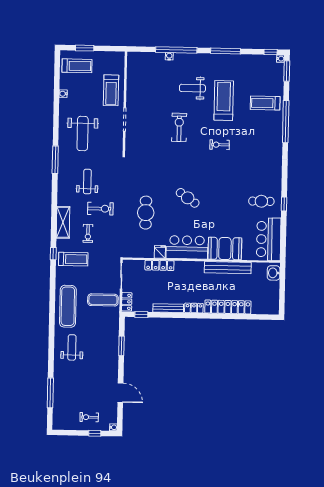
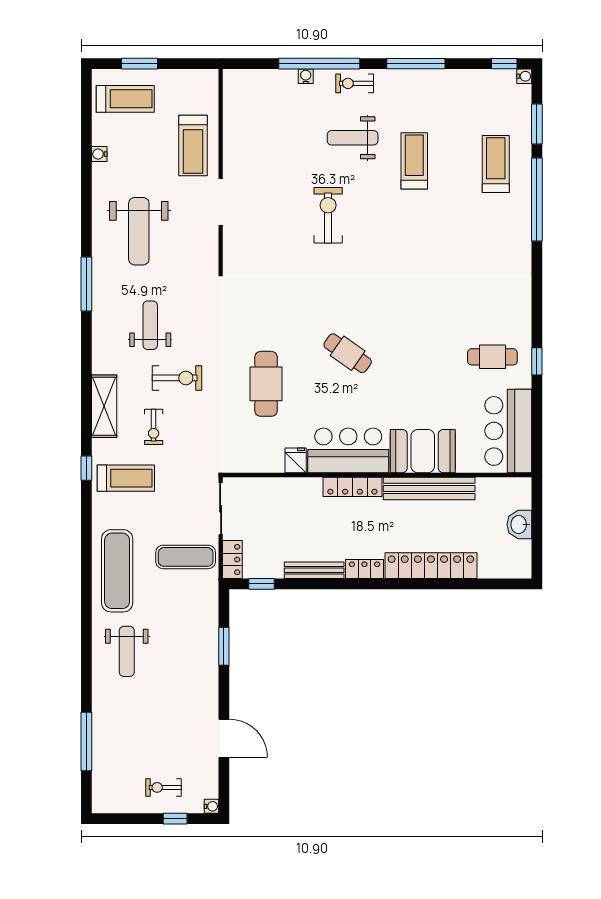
window: (287, 71) -> (537, 124), moved
treadmill: (224, 101) -> (414, 161), width x0.73, depth x0.73
treadmill: (265, 103) -> (496, 164), turned 90
exercise bike: (220, 145) -> (355, 83), moved
locker: (159, 265) -> (352, 487), moved
washbasin: (274, 273) -> (519, 524), moved
weight bench: (72, 347) -> (127, 651), turned 180

